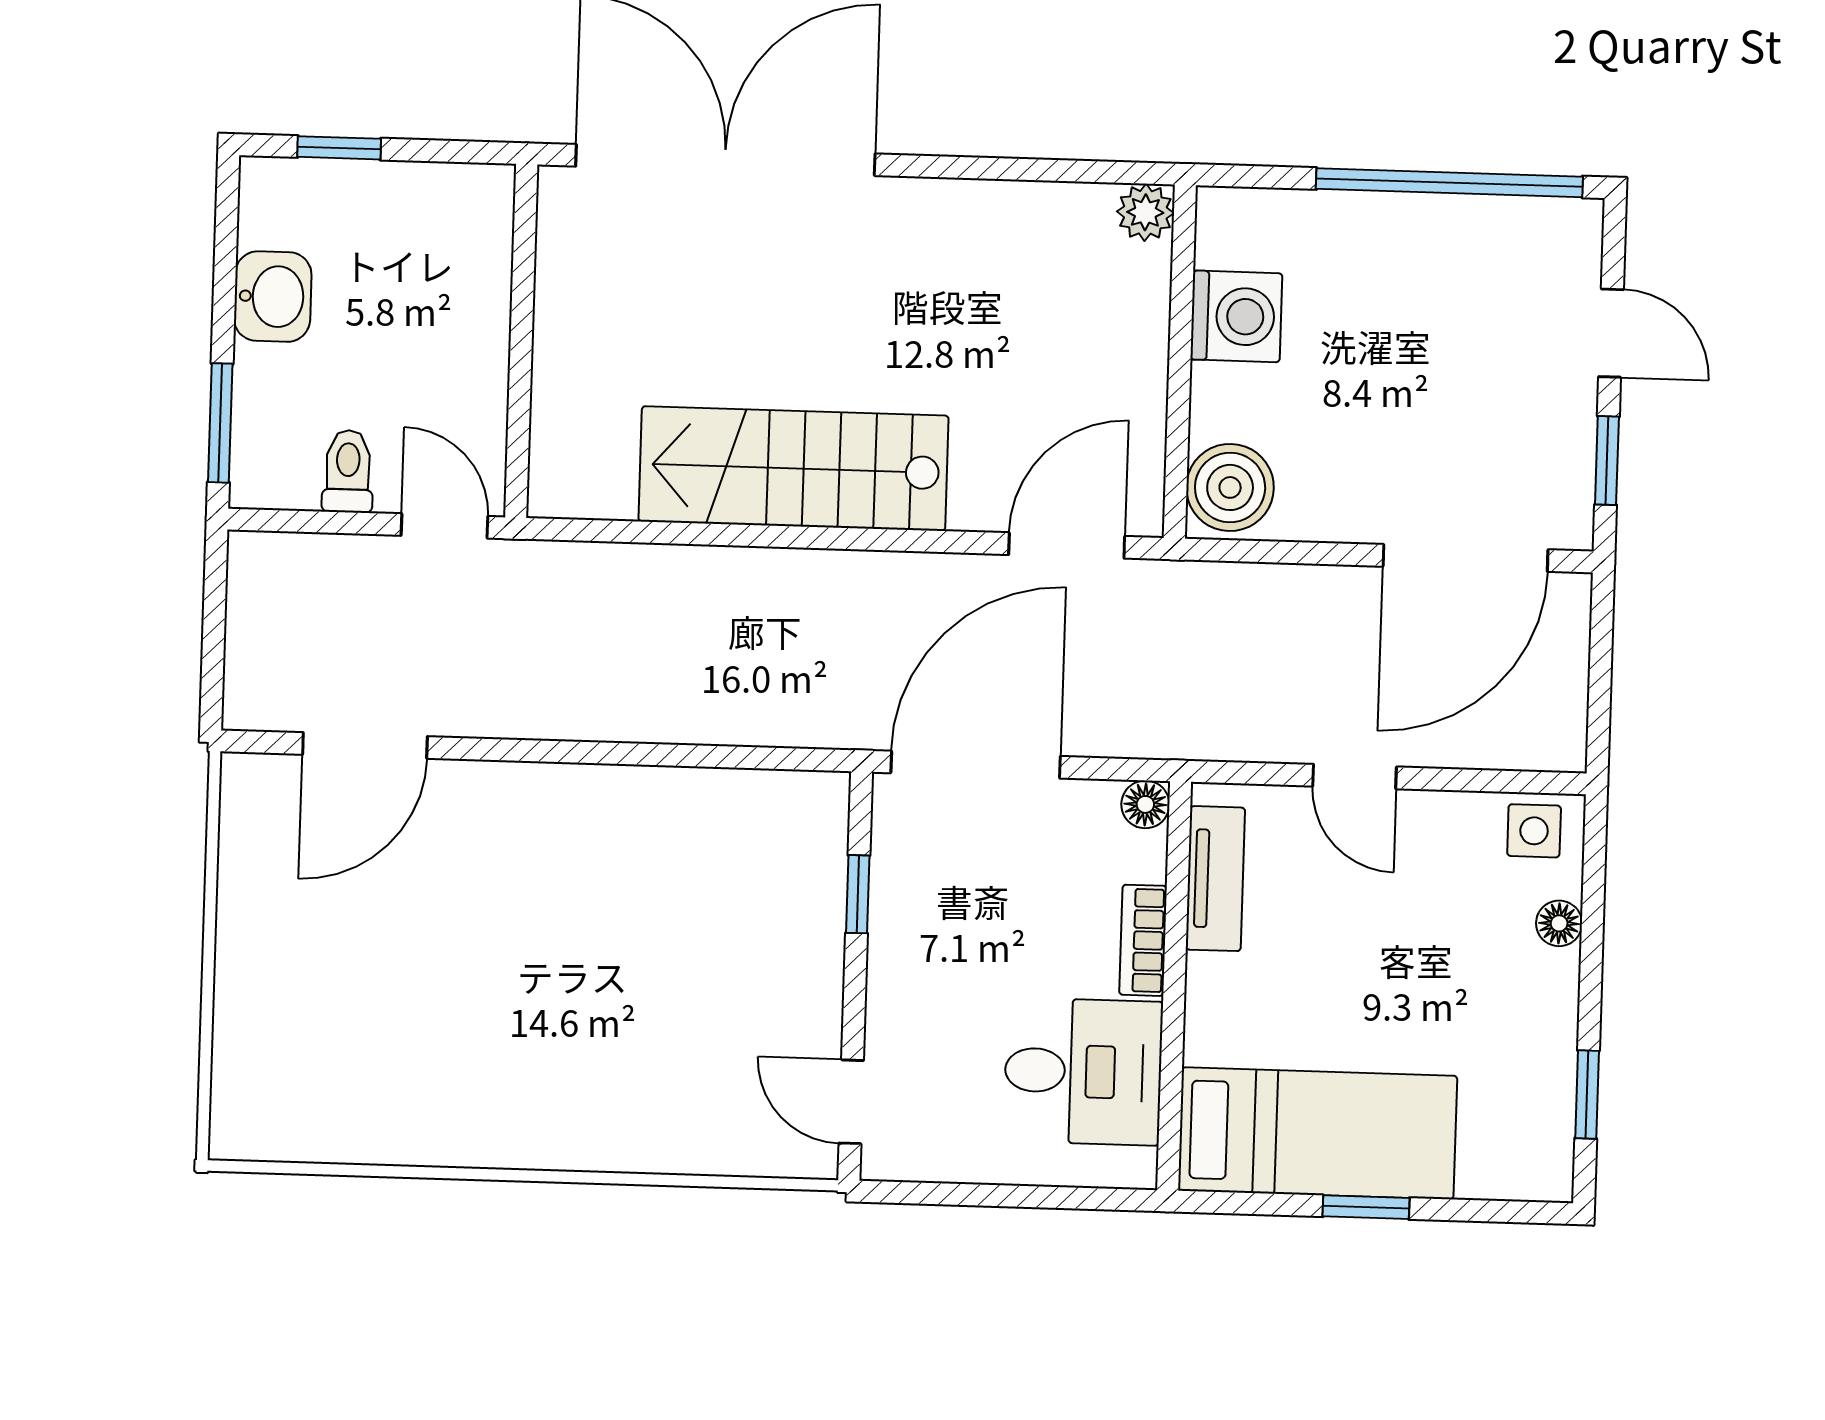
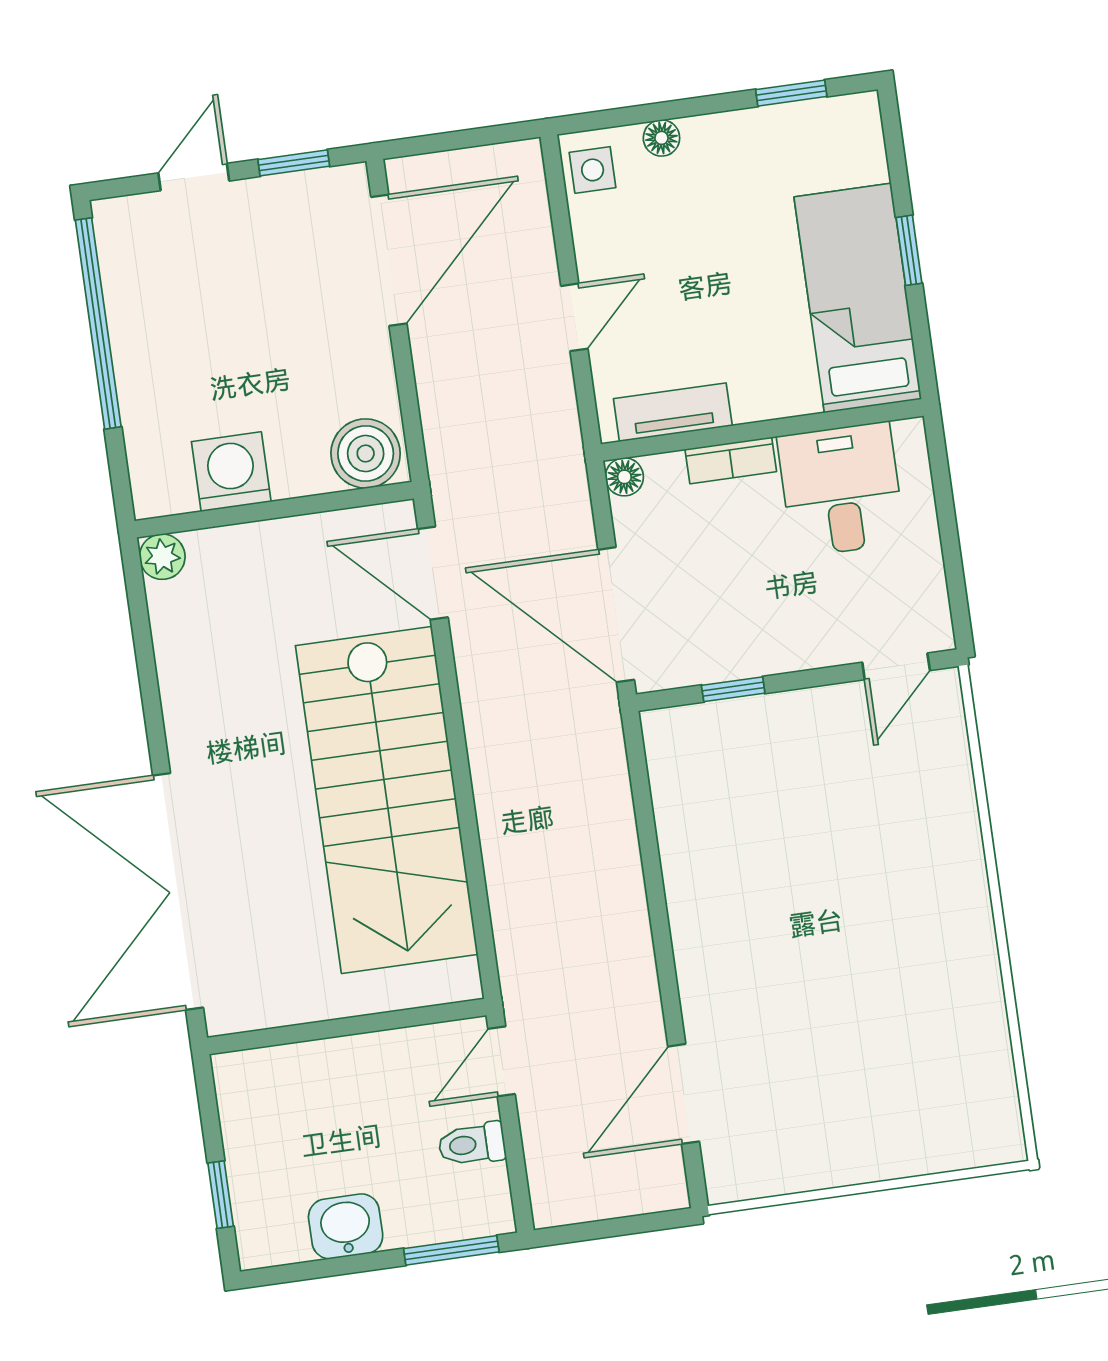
stairs: (794, 469) -> (387, 800), width x1.36, depth x1.51
door: (1465, 558) -> (389, 260), hinge flipped
door: (365, 745) -> (684, 1094), swing flipped

